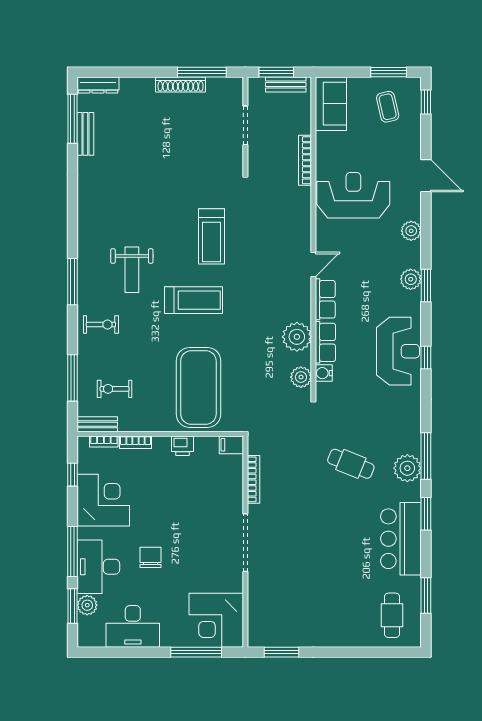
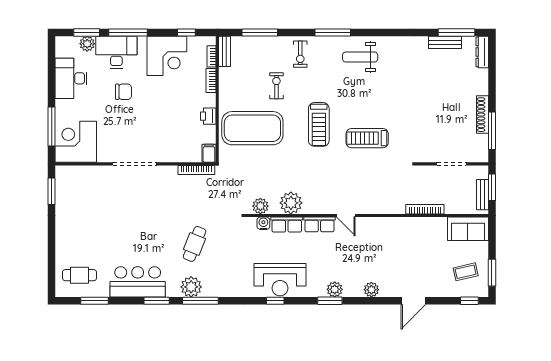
reception desk: (353, 195) -> (398, 246), removed
weight bench: (132, 270) -> (360, 57), moved
exercise bike: (115, 389) -> (276, 86), moved
bookcase: (253, 479) -> (196, 170), moved

